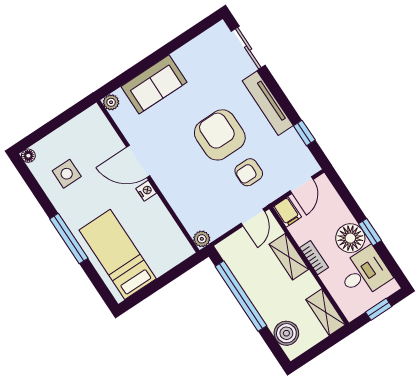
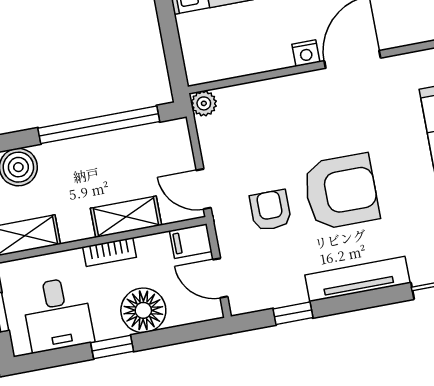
floor lamp: (350, 238) -> (143, 310), moved

